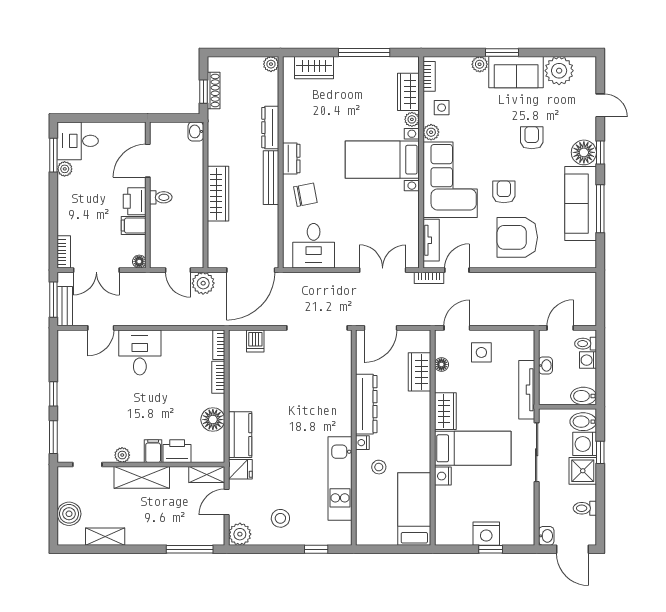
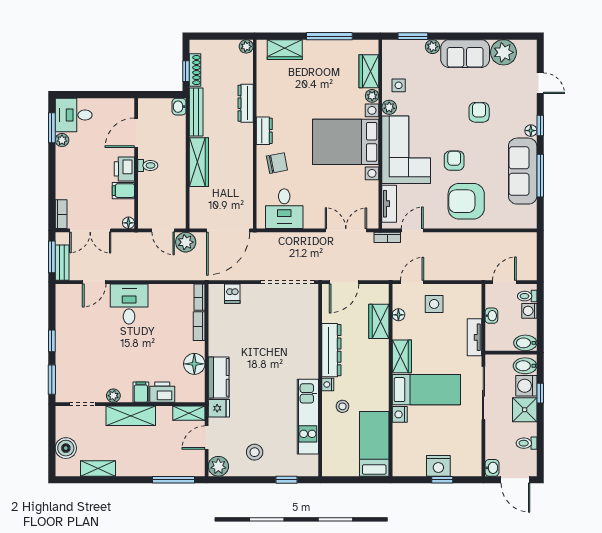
window: (502, 53) -> (413, 36), moved
bookcase: (429, 76) -> (387, 58), removed
floor lamp: (584, 152) -> (531, 131), width x0.53, depth x0.53
bed with nightstands: (382, 160) -> (346, 142), width x1.36
bench: (271, 178) -> (196, 112), moved
tv unit: (527, 390) -> (475, 337), width x0.71

